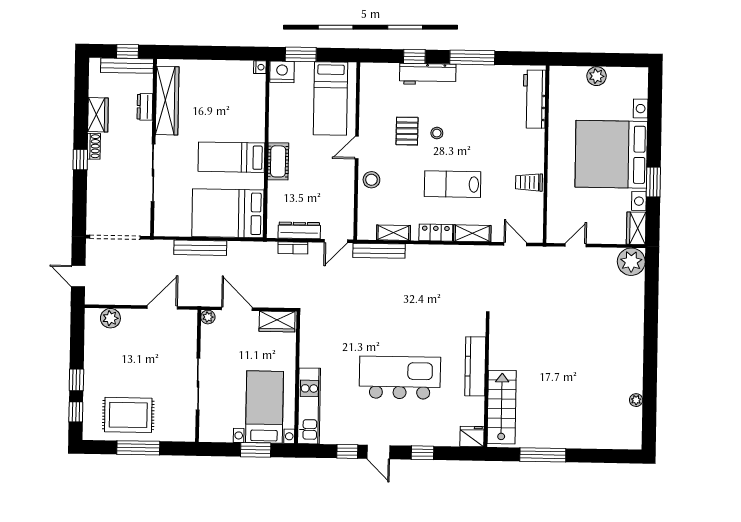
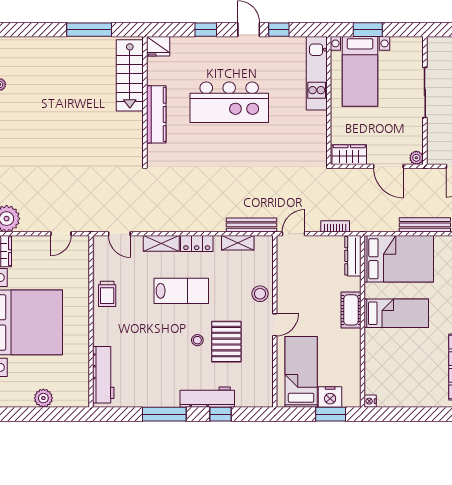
nightstand: (282, 72) -> (330, 397), moved
pallet: (407, 131) -> (226, 342), width x1.50, depth x1.42
trolley: (529, 182) -> (107, 294), turned 90
dresser: (299, 230) -> (353, 256), moved, turned 90

